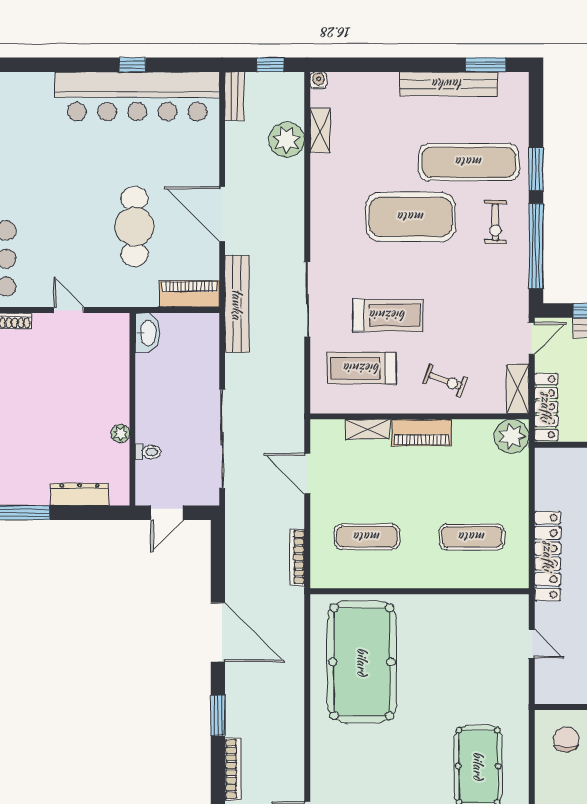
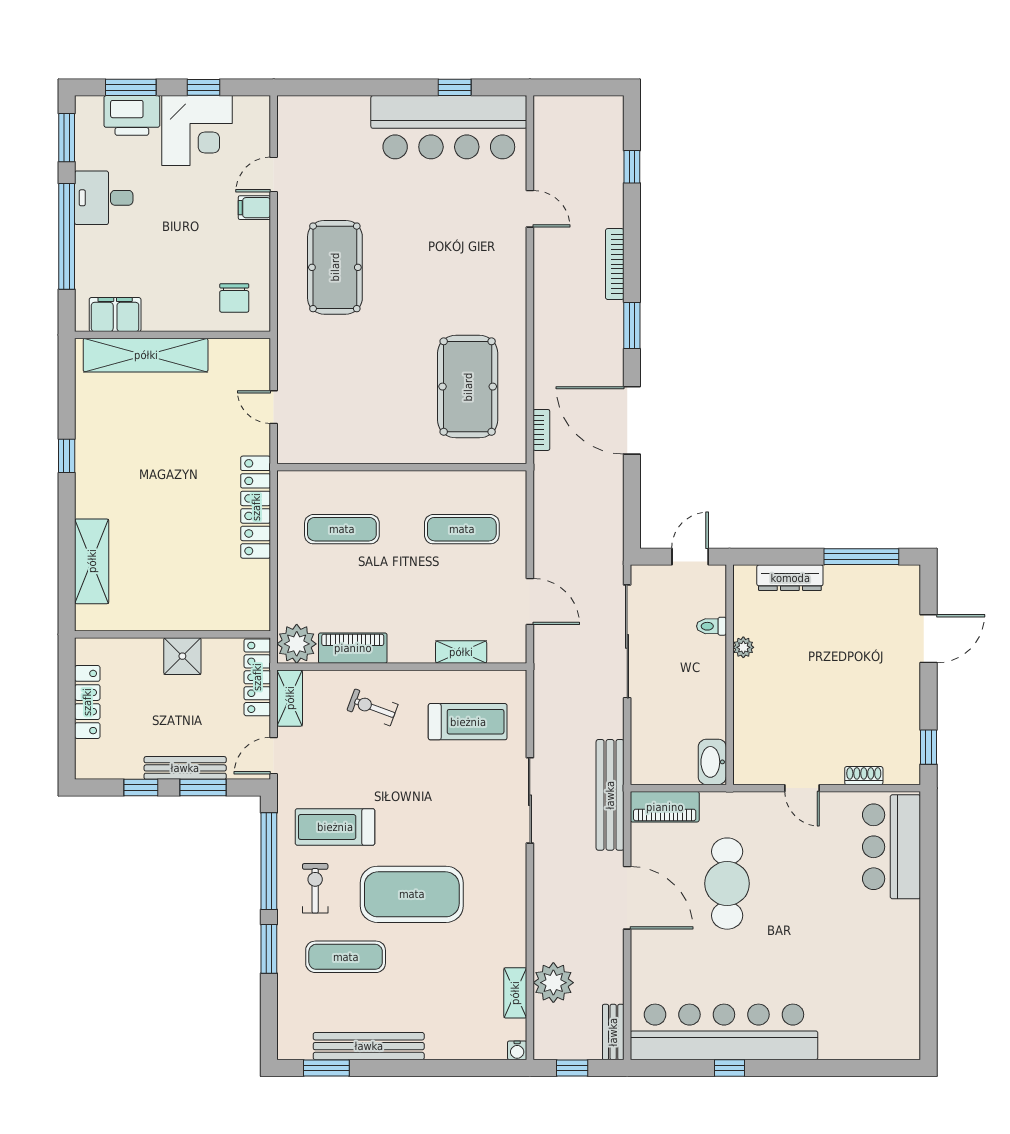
exercise mat: (469, 162) -> (346, 957), width x0.73, depth x0.69
treadmill: (388, 315) -> (335, 827), moved
piano: (422, 433) -> (353, 648), moved
bookcase: (297, 557) -> (541, 430), moved, width x0.64
pool table: (362, 662) -> (468, 387), width x0.73, depth x0.76

